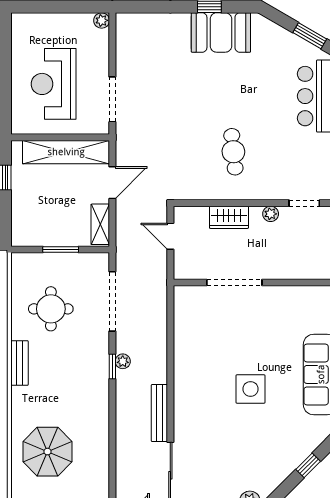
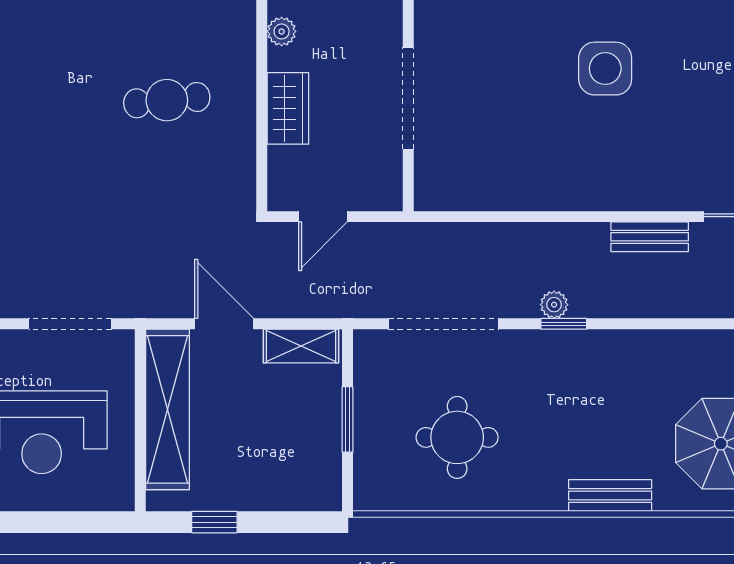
bench: (19, 363) -> (610, 496), moved
bench: (159, 413) -> (650, 237), width x0.73

